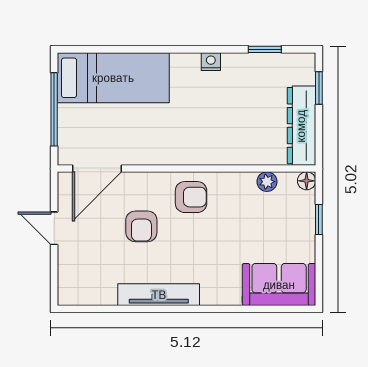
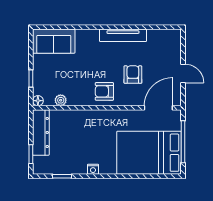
bed: (113, 78) -> (149, 153), width x1.50

